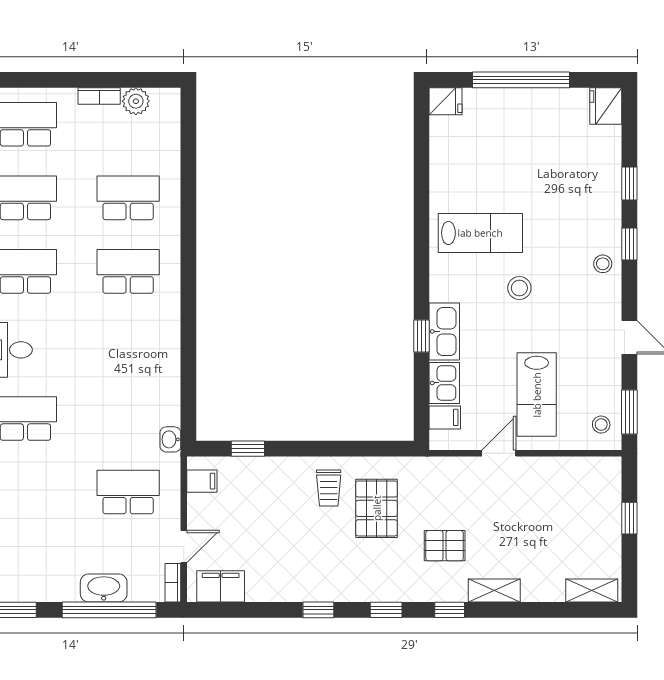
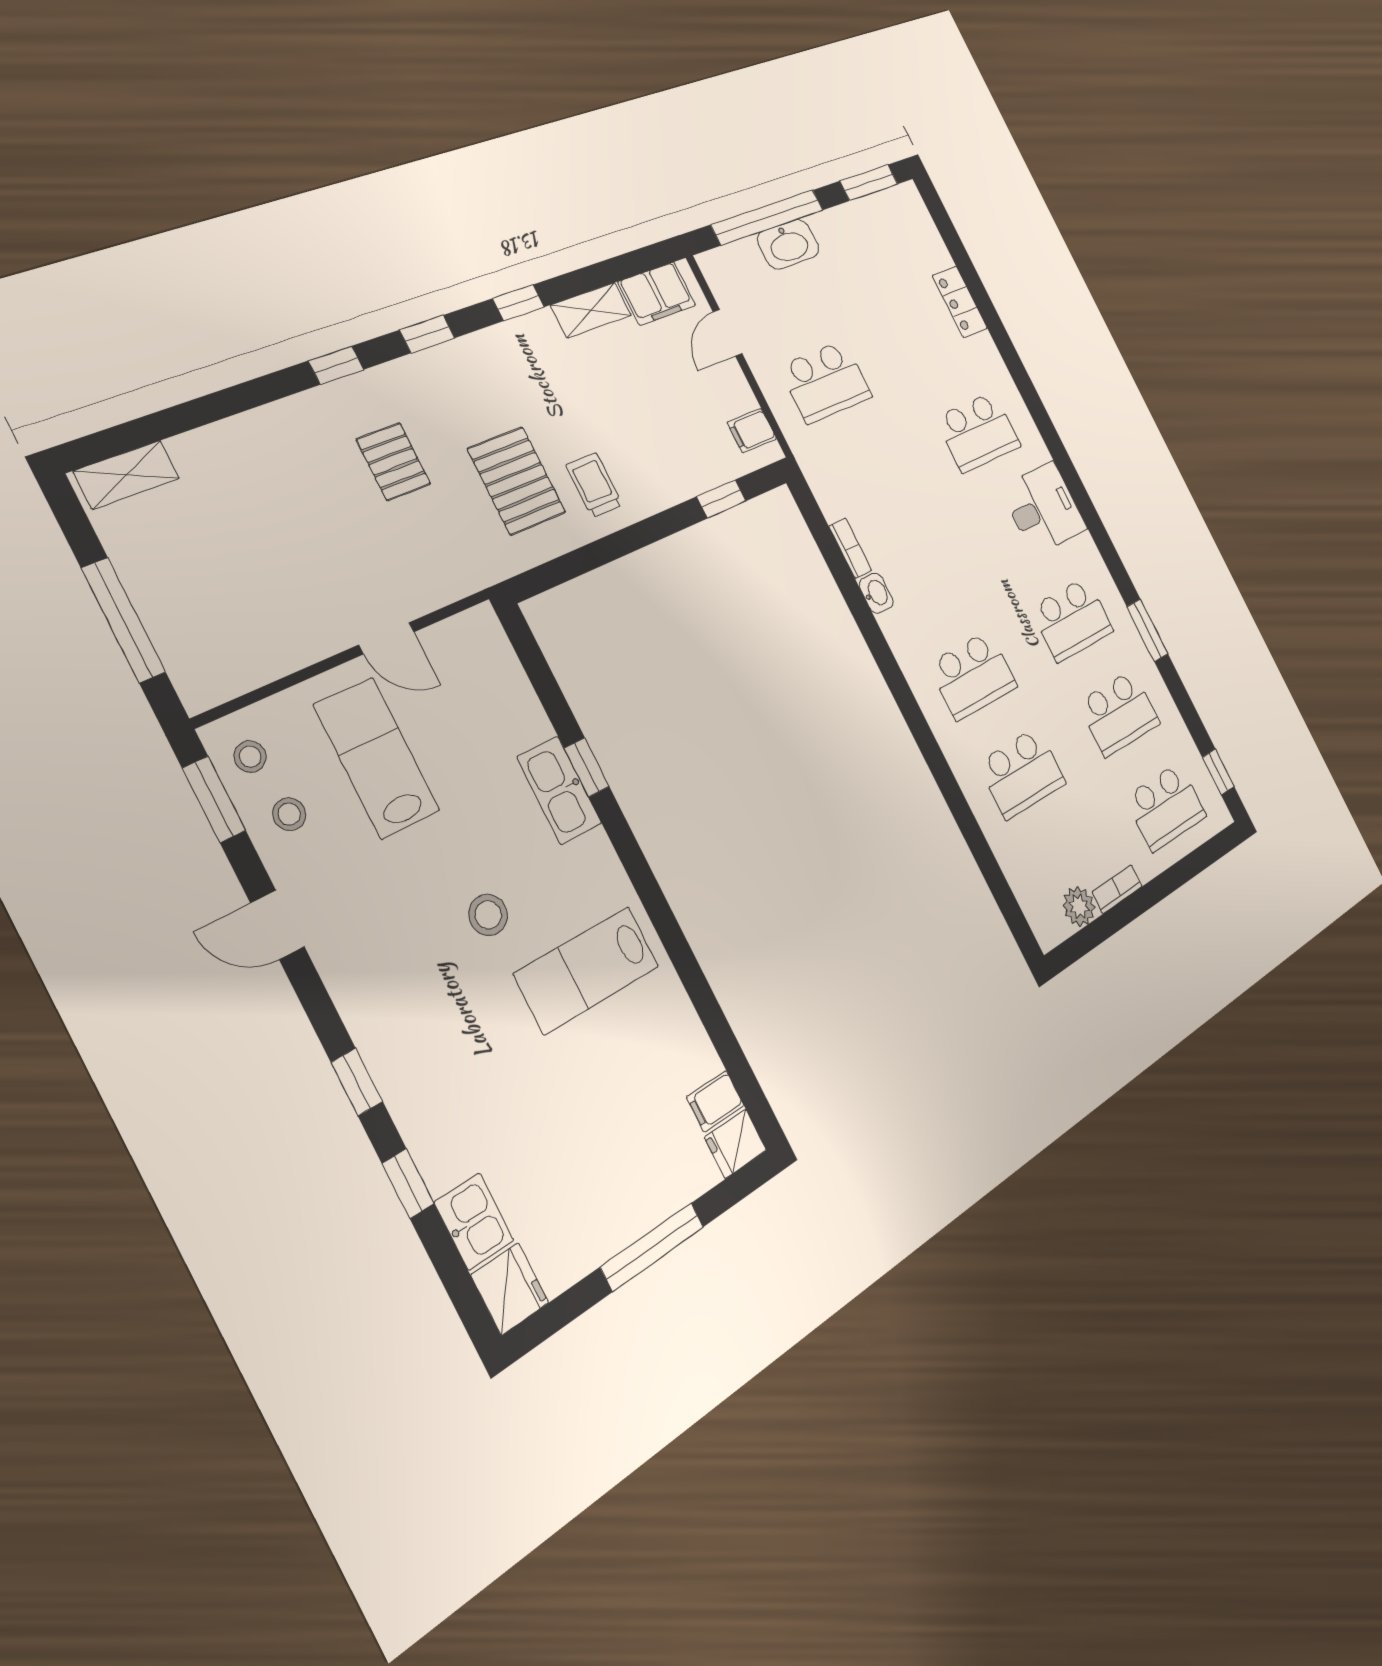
window: (521, 80) -> (652, 1247), width x0.68
stool: (603, 264) -> (289, 814), moved
kitchen sink: (444, 383) -> (474, 1221), moved, turned 180
filing cabinet: (445, 417) -> (715, 1101), moved
washbasin: (170, 439) -> (876, 593), moved
door: (499, 453) -> (387, 638), hinge flipped
window: (629, 518) -> (123, 620), width x2.17
pallet: (445, 546) -> (393, 462), turned 90
bookcase: (173, 583) -> (850, 548), moved
shelving: (494, 591) -> (591, 310), moved

